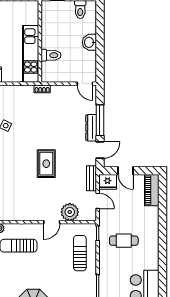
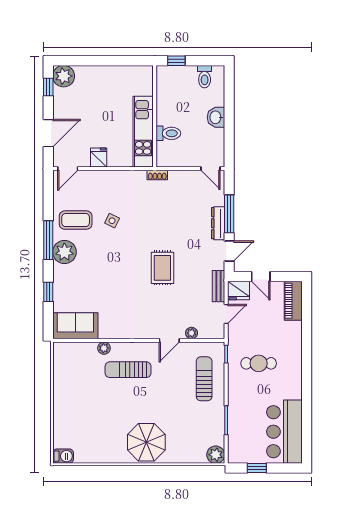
door: (98, 201) -> (226, 314), hinge flipped
plant: (70, 212) -> (192, 333), width x0.53, depth x0.53

